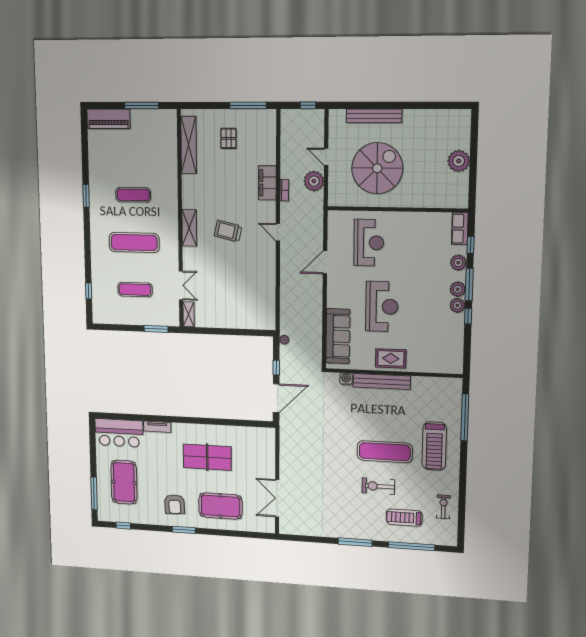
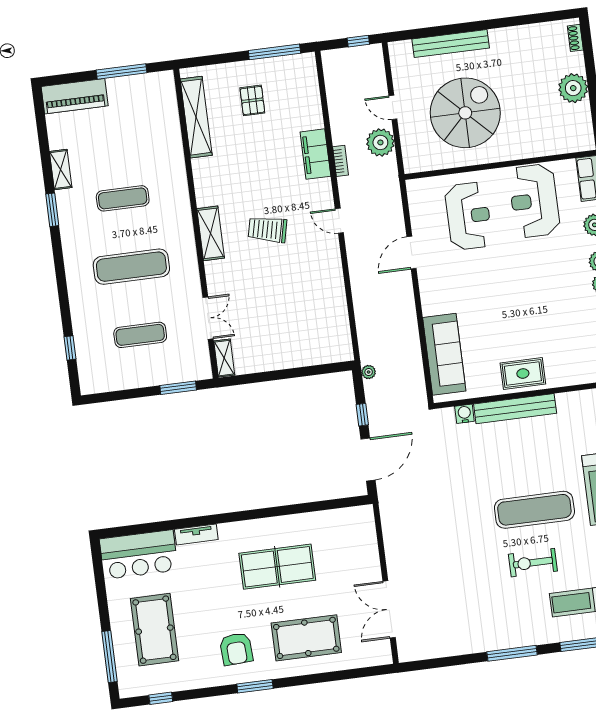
shoe rack: (466, 124) -> (575, 38), added
shelving: (94, 169) -> (61, 170), added
reception desk: (382, 307) -> (534, 201), moved, turned 180

